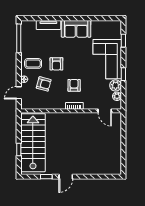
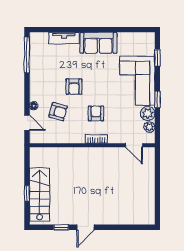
coffee table: (33, 63) -> (45, 86), removed
door: (19, 93) -> (27, 123), swing flipped
stairs: (33, 143) -> (40, 195), width x0.73, depth x0.66

